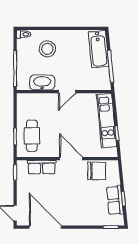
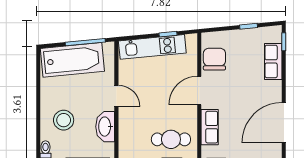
bathtub: (99, 49) -> (72, 60), width x1.36, depth x1.36
row of seats: (115, 200) -> (273, 61), moved, turned 96

